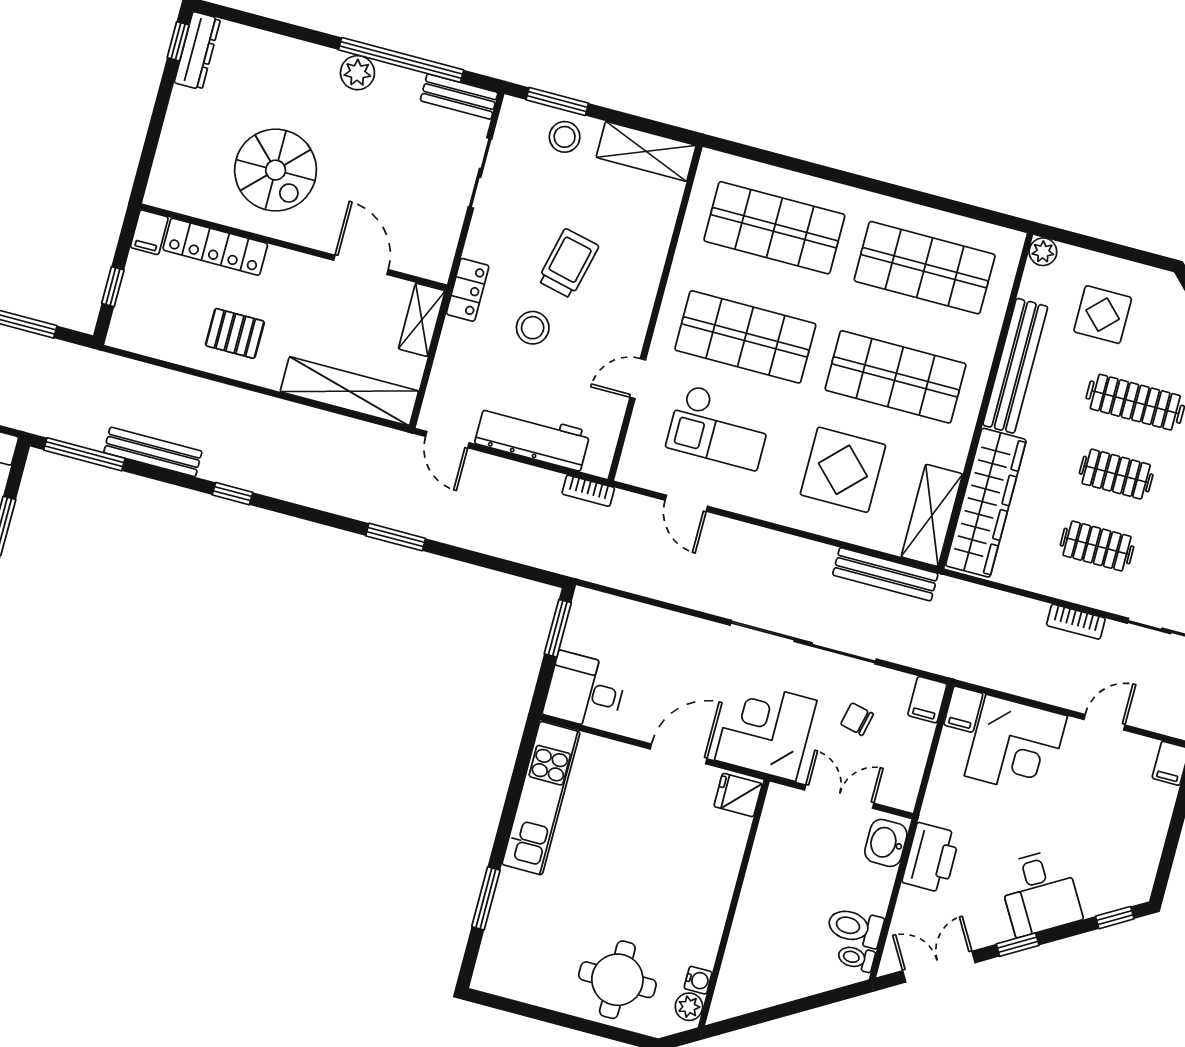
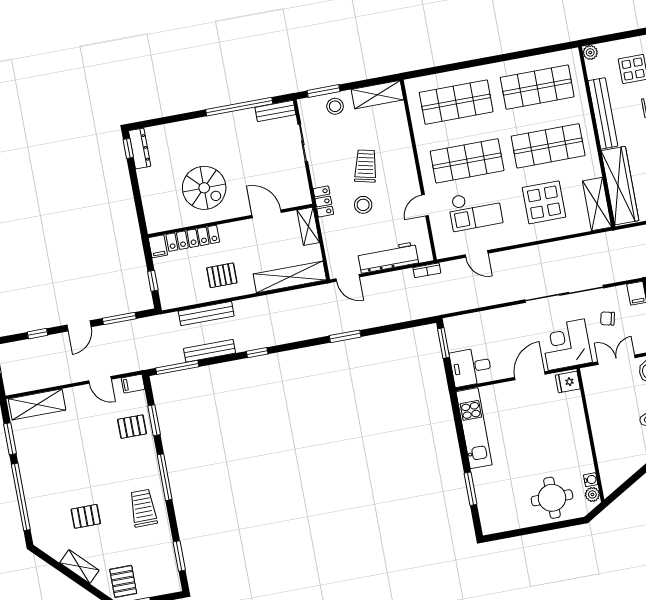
plant: (357, 73) -> (221, 123), removed
bench: (885, 574) -> (206, 314), moved

